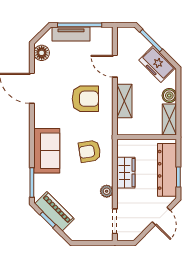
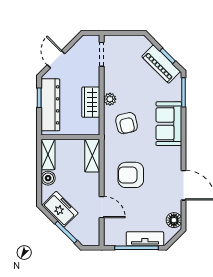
shelving: (124, 101) -> (92, 156), moved
armchair: (90, 151) -> (127, 123), turned 86
plant: (107, 191) -> (110, 99), moved

